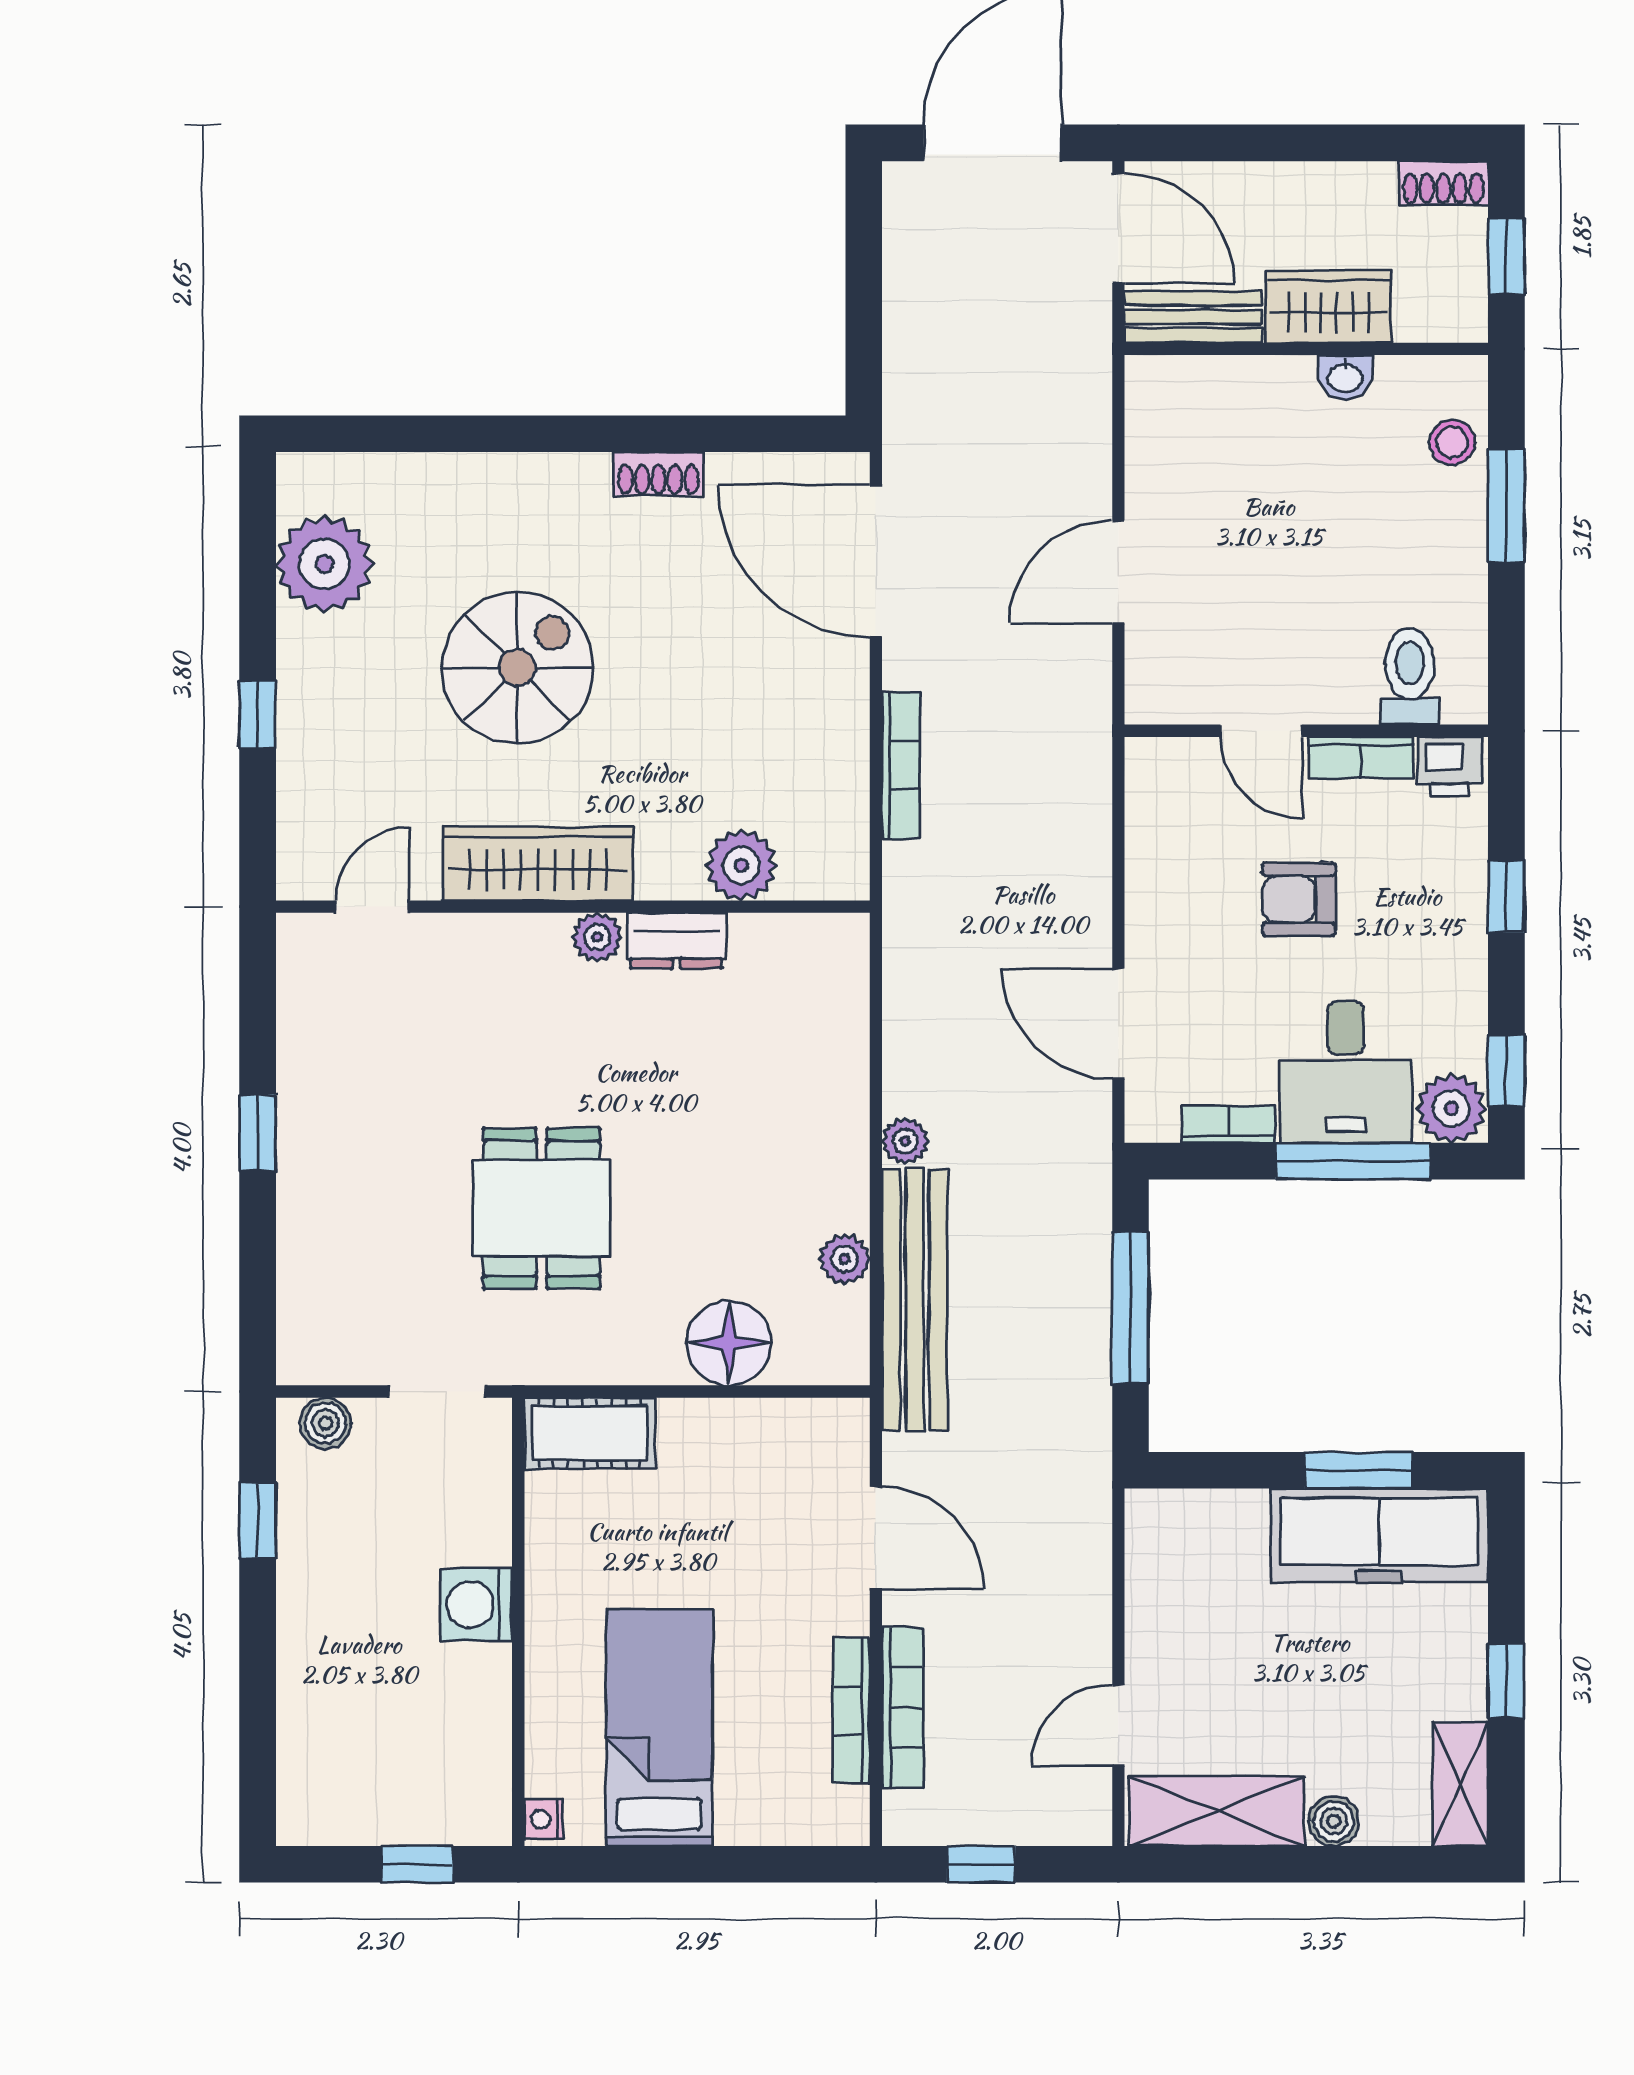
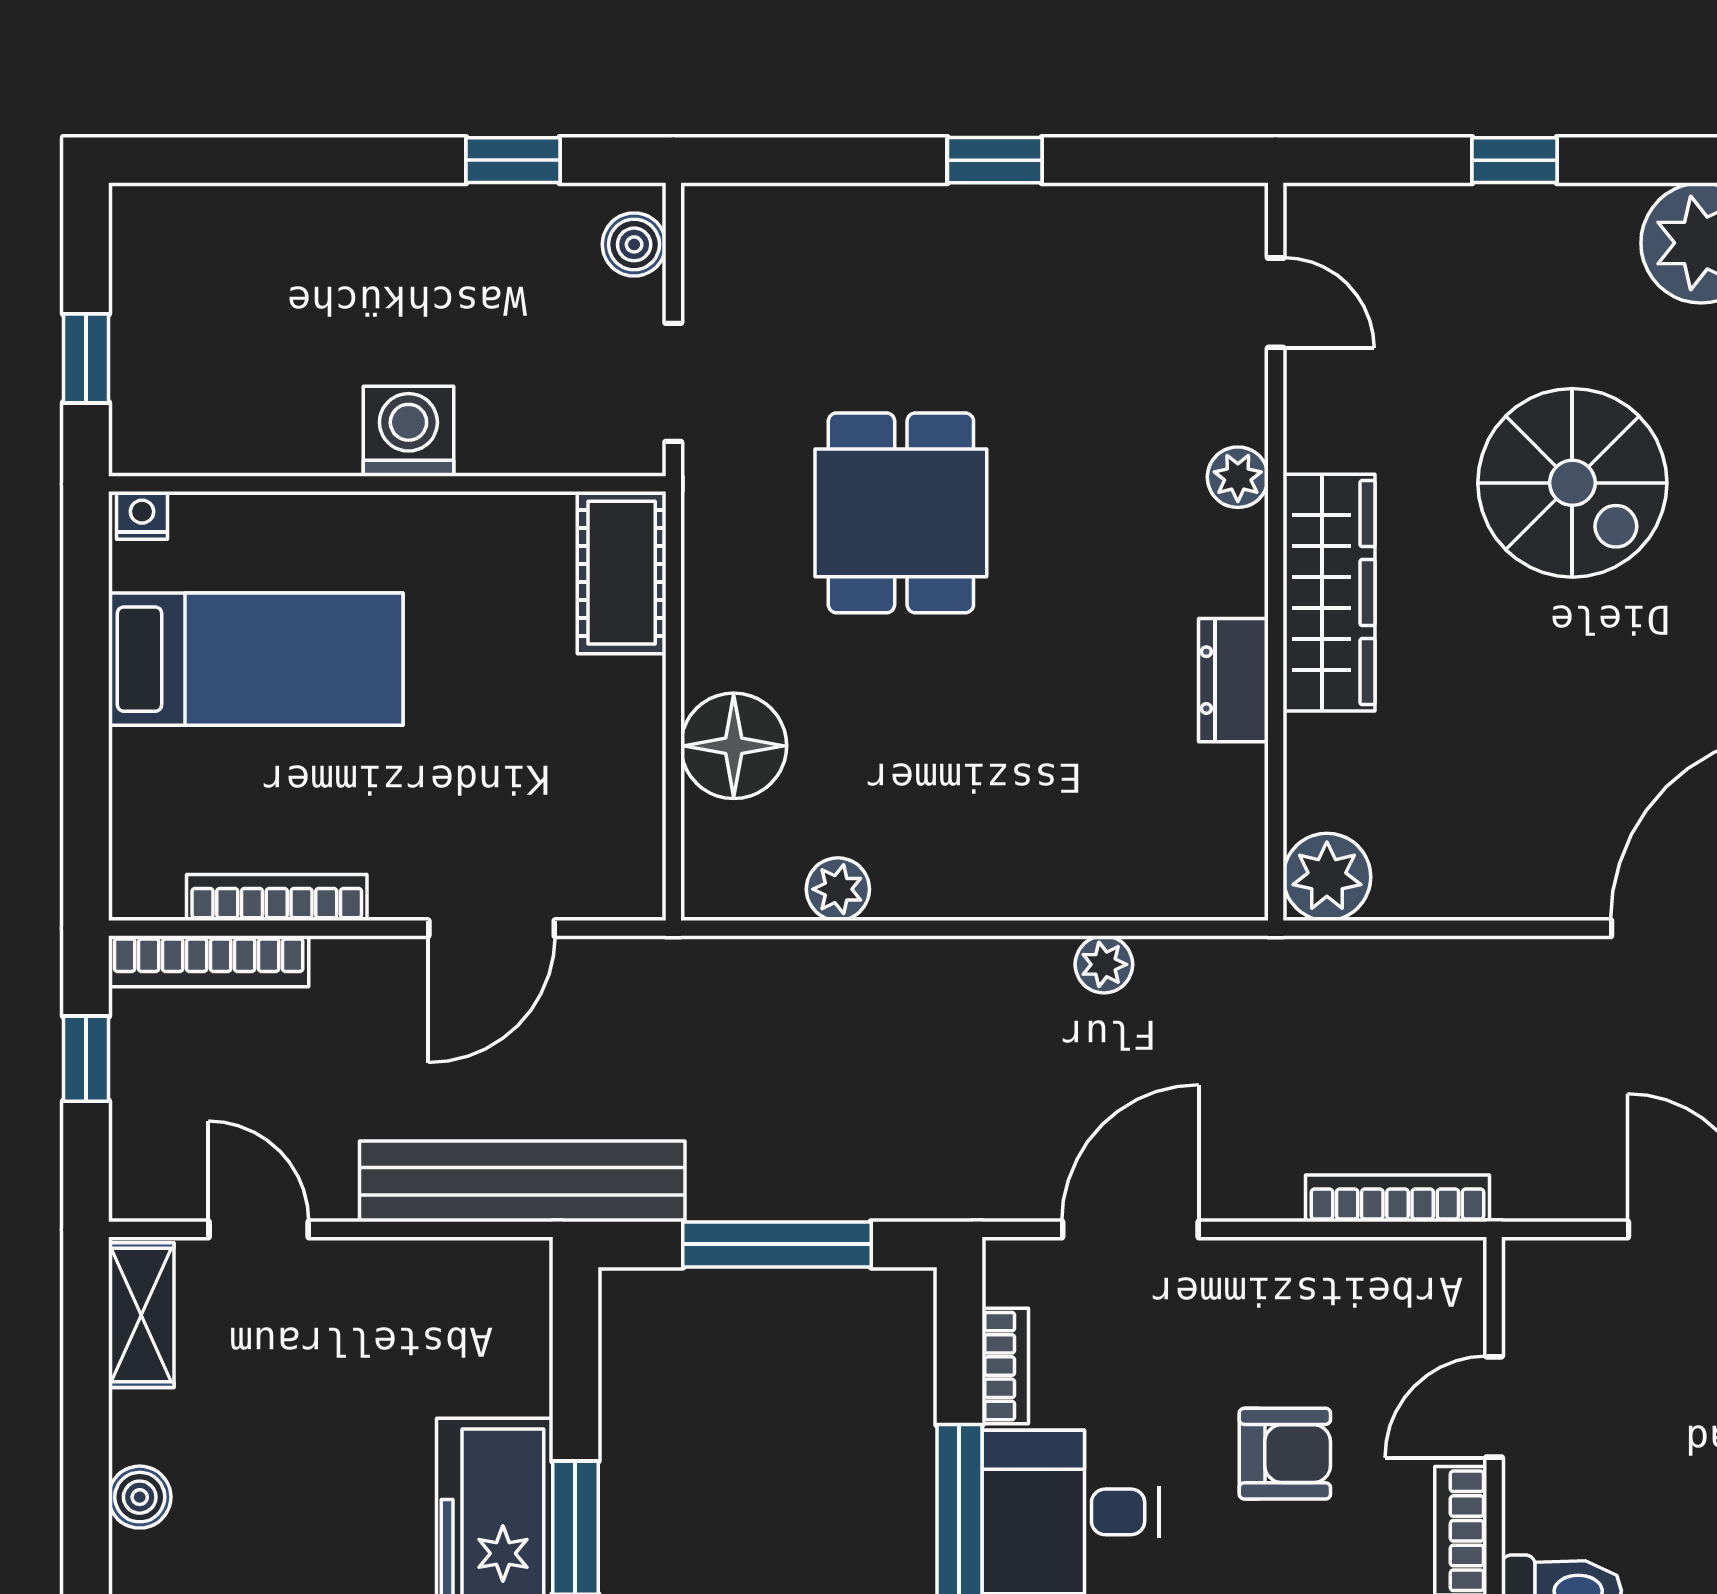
bookcase: (901, 765) -> (1397, 1198), moved, turned 180
wardrobe: (538, 864) -> (1329, 593), moved
plant: (741, 865) -> (1327, 877), moved
armchair: (1299, 899) -> (1285, 1454), turned 90
plant: (597, 937) -> (1238, 477), moved
plant: (905, 1141) -> (1104, 964), moved
dining table: (542, 1208) -> (901, 513), turned 90
bench: (915, 1300) -> (522, 1181), moved
bookcase: (903, 1708) -> (209, 961), moved
shelving: (1217, 1811) -> (141, 1315), width x0.67, depth x0.75

